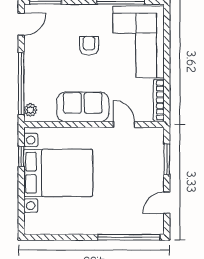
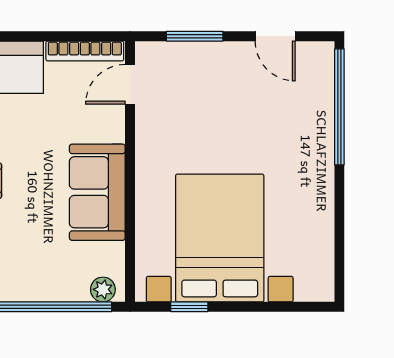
door: (124, 125) -> (130, 84), moved

